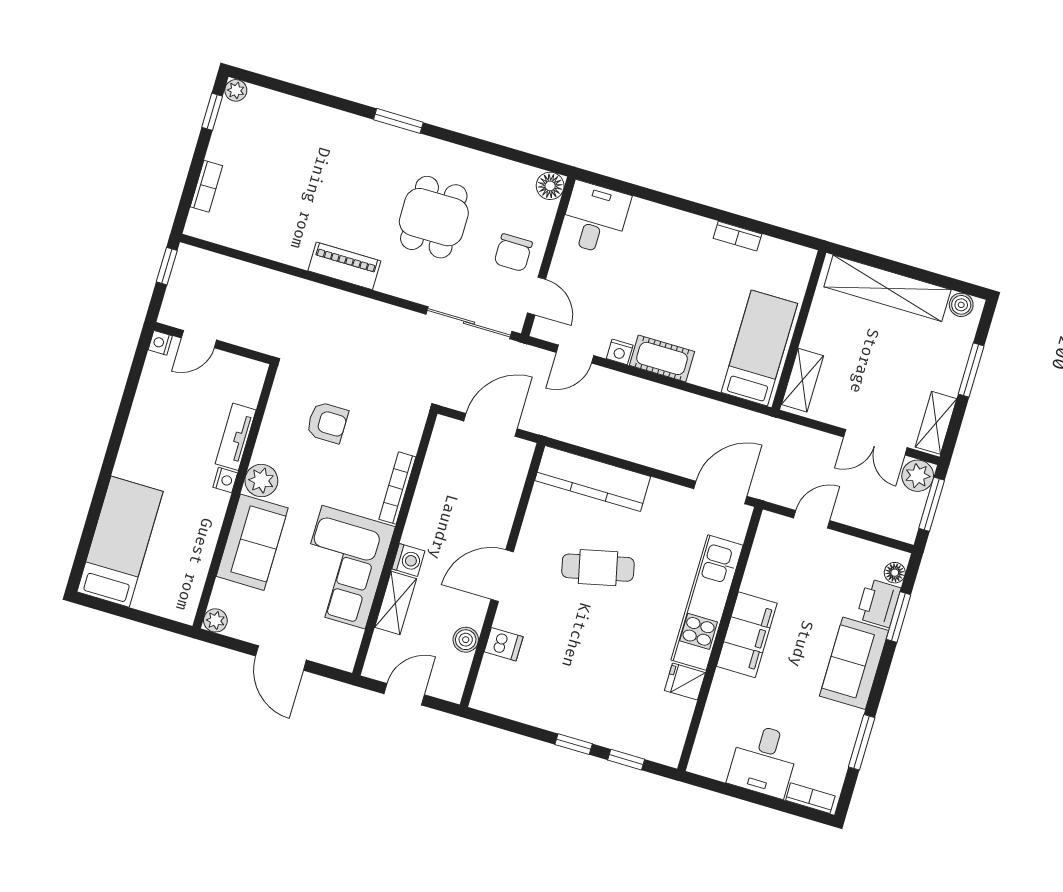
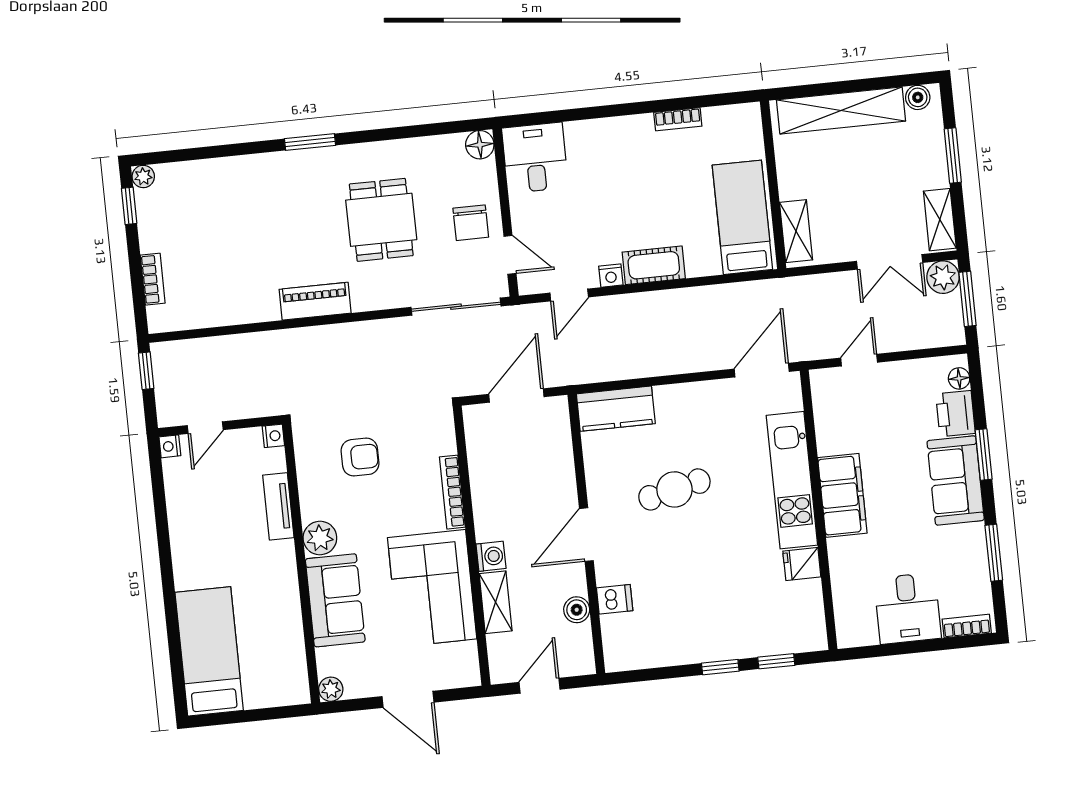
kitchen counter: (593, 479) -> (616, 409), width x0.67
nightstand: (225, 480) -> (273, 436), moved
window: (899, 617) -> (984, 455), moved

